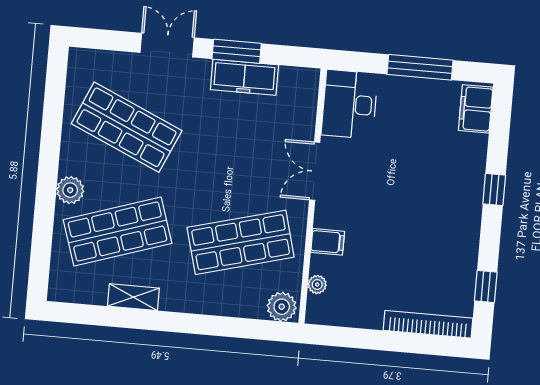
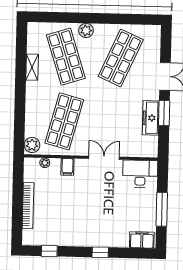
shop shelf: (241, 242) -> (64, 121), turned 30
bookcase: (428, 324) -> (28, 206), moved

